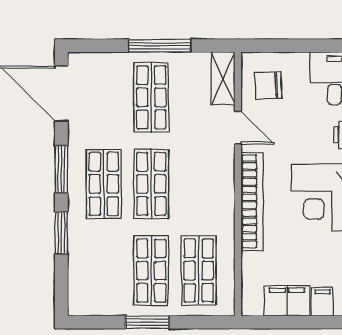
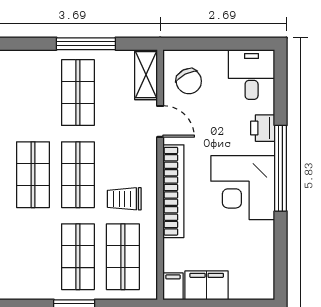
chair: (268, 85) -> (189, 81), turned -114
trolley: (200, 209) -> (124, 199), added
filing cabinet: (322, 302) -> (173, 286), moved

